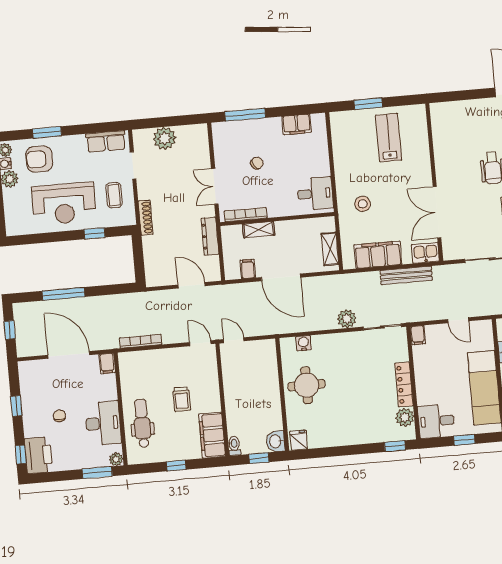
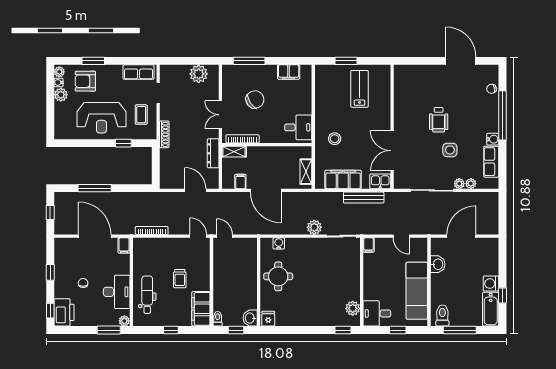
plant: (165, 138) -> (199, 74), moved
chair: (257, 163) -> (255, 100), width x1.87, depth x1.87
shelving: (259, 230) -> (234, 152), moved
locker: (404, 385) -> (354, 283), removed

